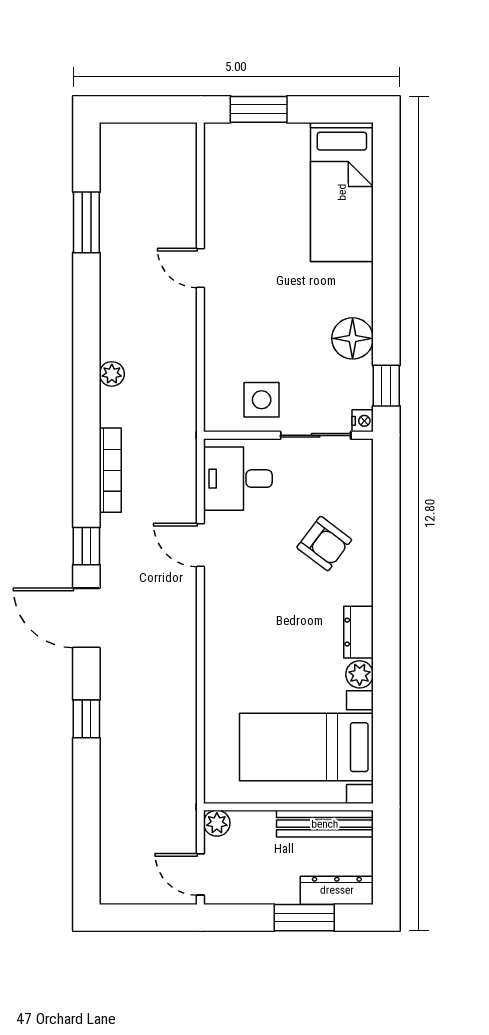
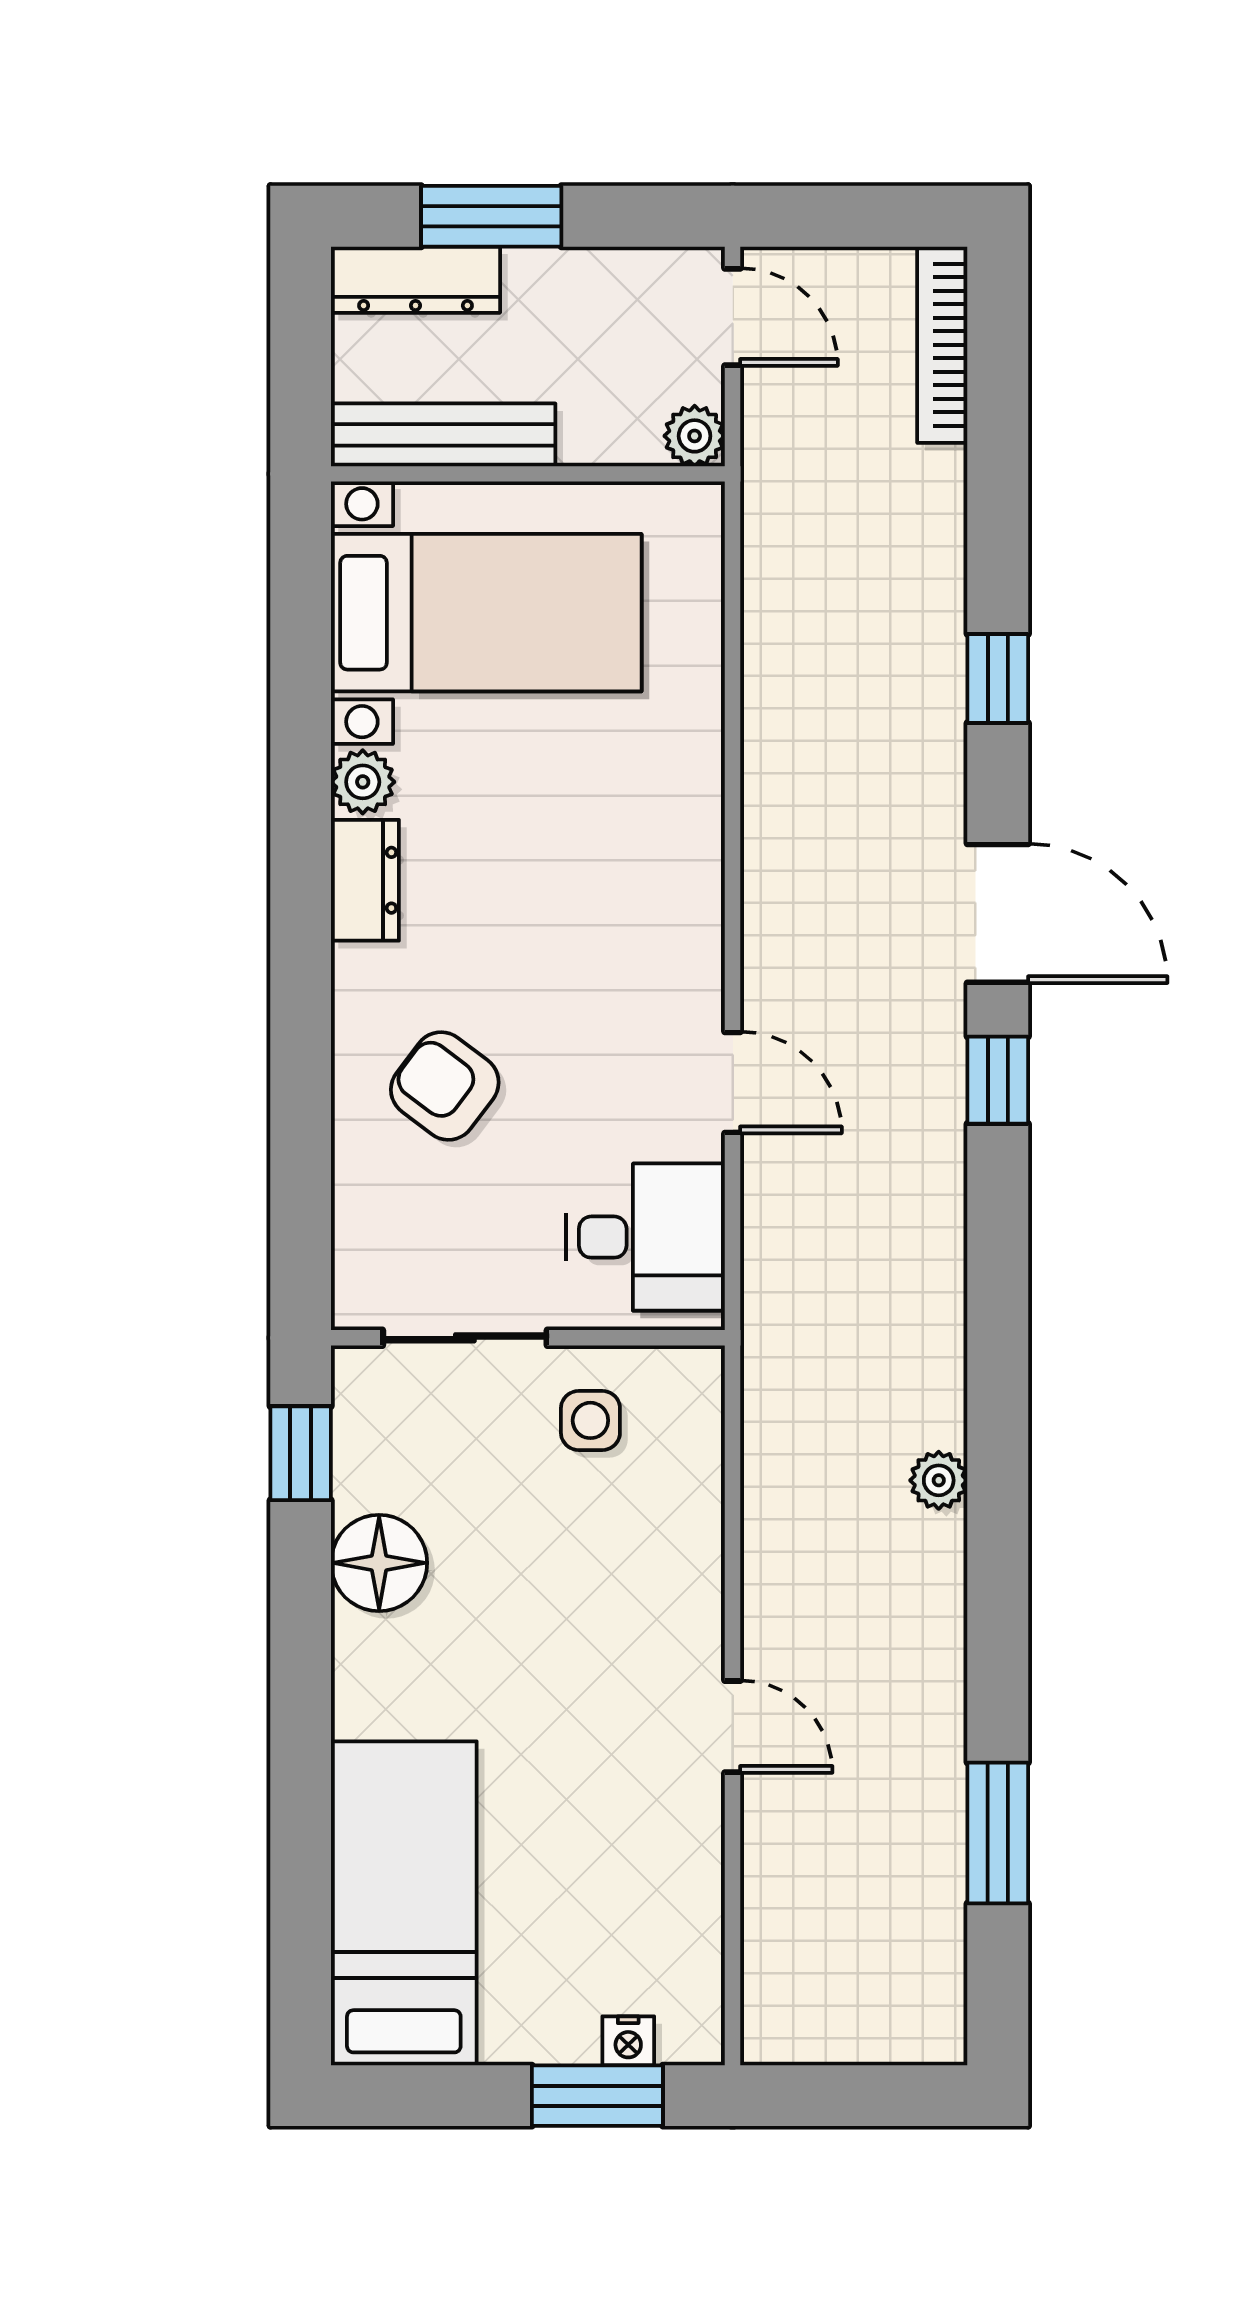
side table: (262, 400) -> (590, 1420), width x0.73, depth x0.73
nightstand: (363, 421) -> (628, 2041), moved, turned -90
bookcase: (110, 470) -> (942, 345), moved

